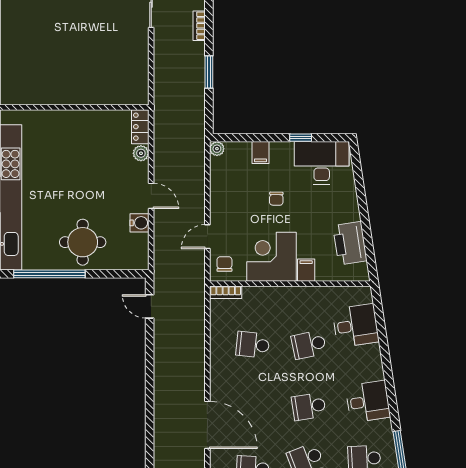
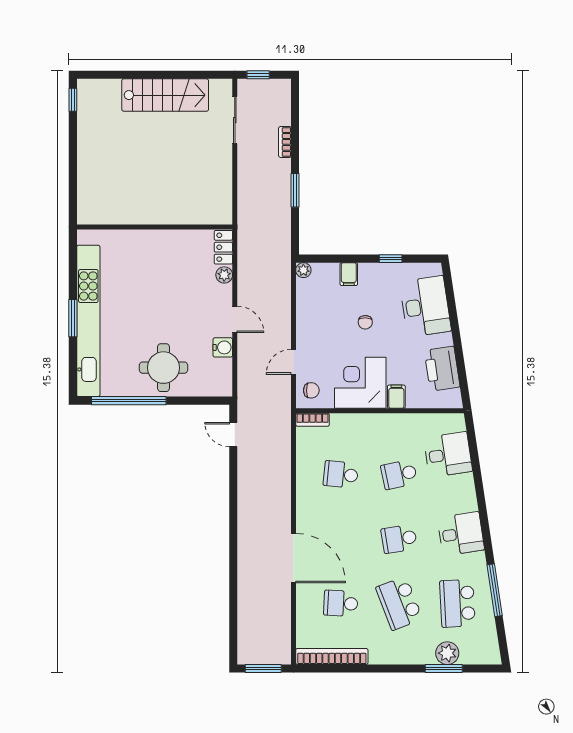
desk: (322, 163) -> (425, 306), moved, turned 81
chair: (224, 264) -> (311, 390), turned 90

